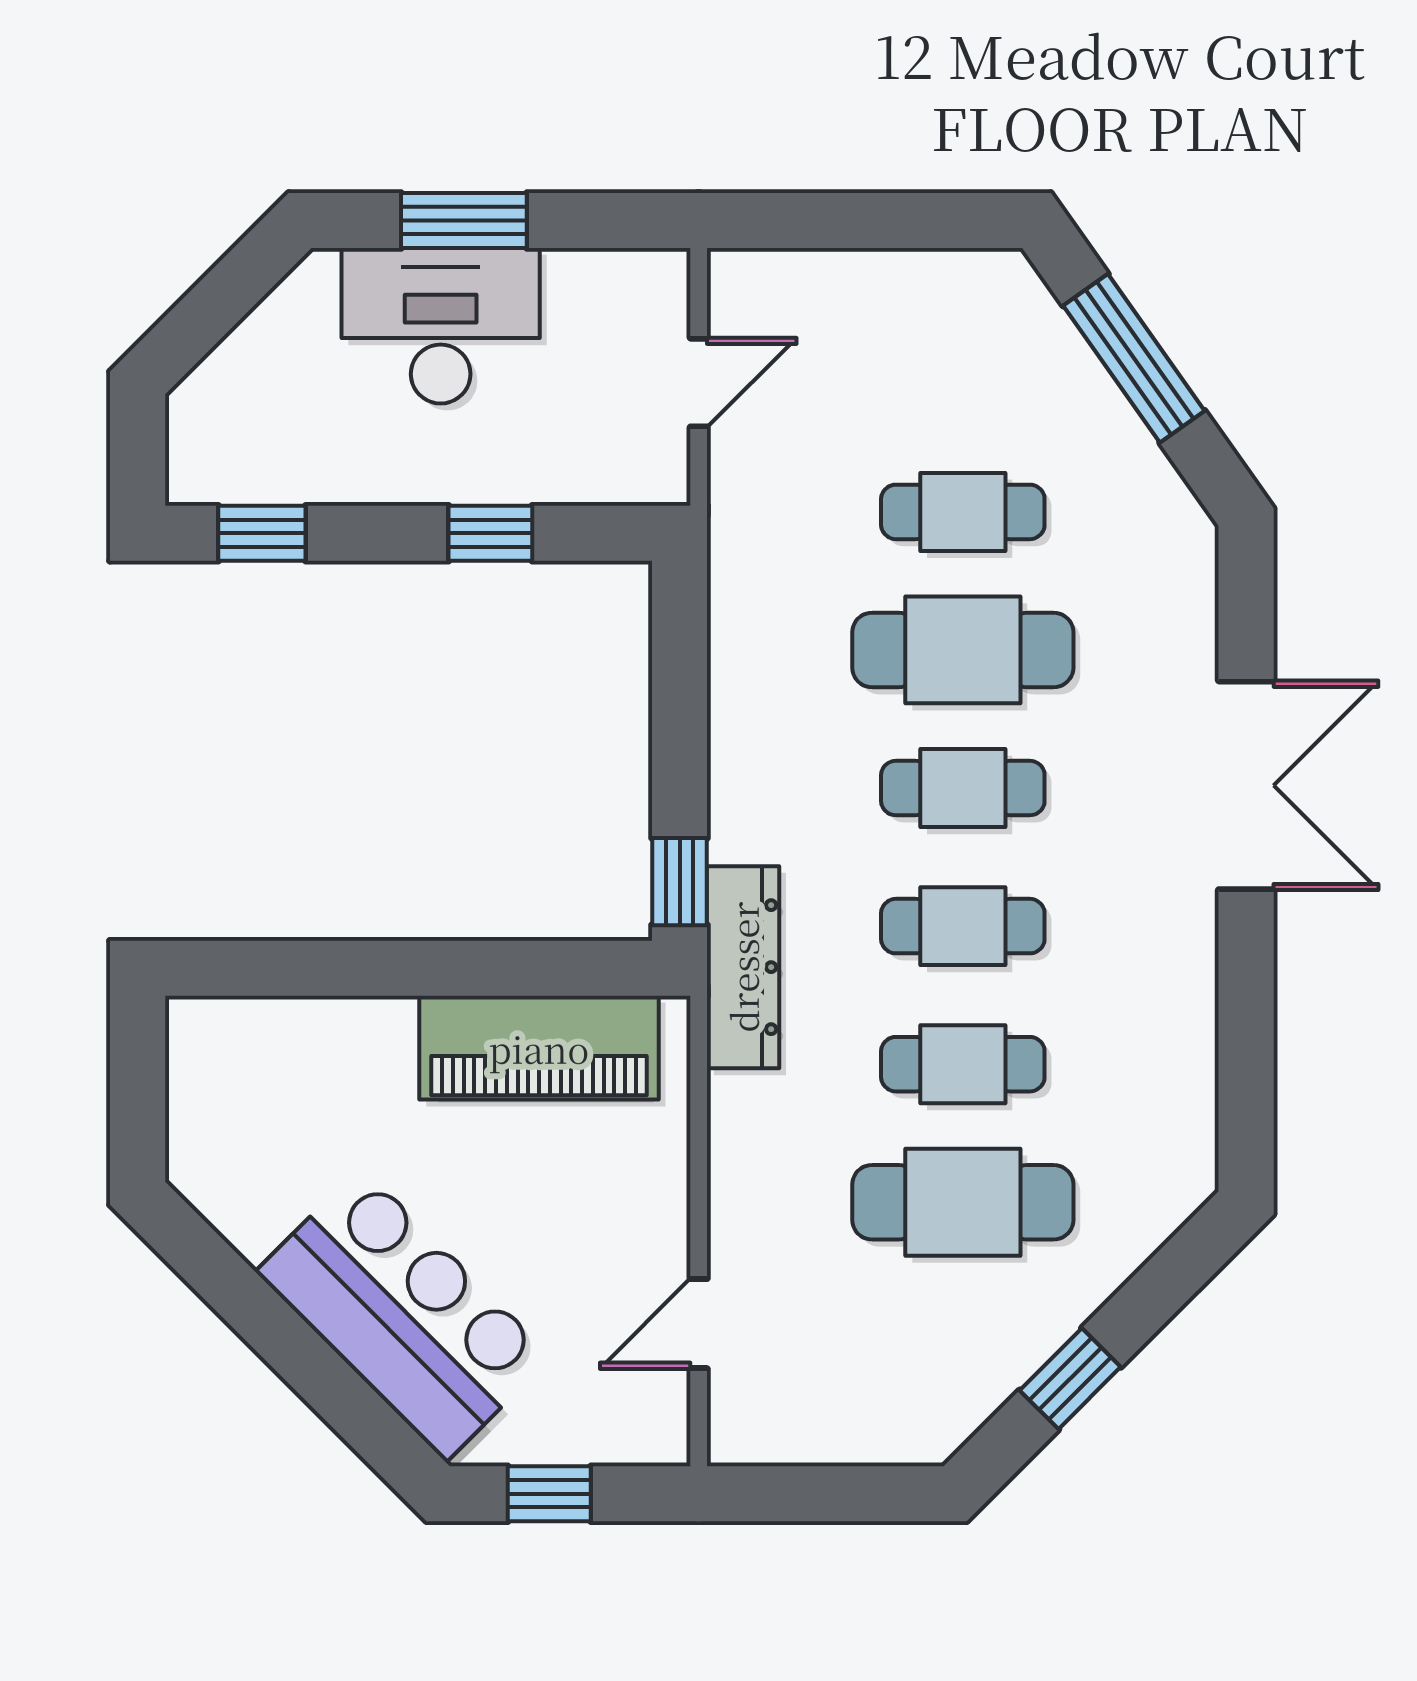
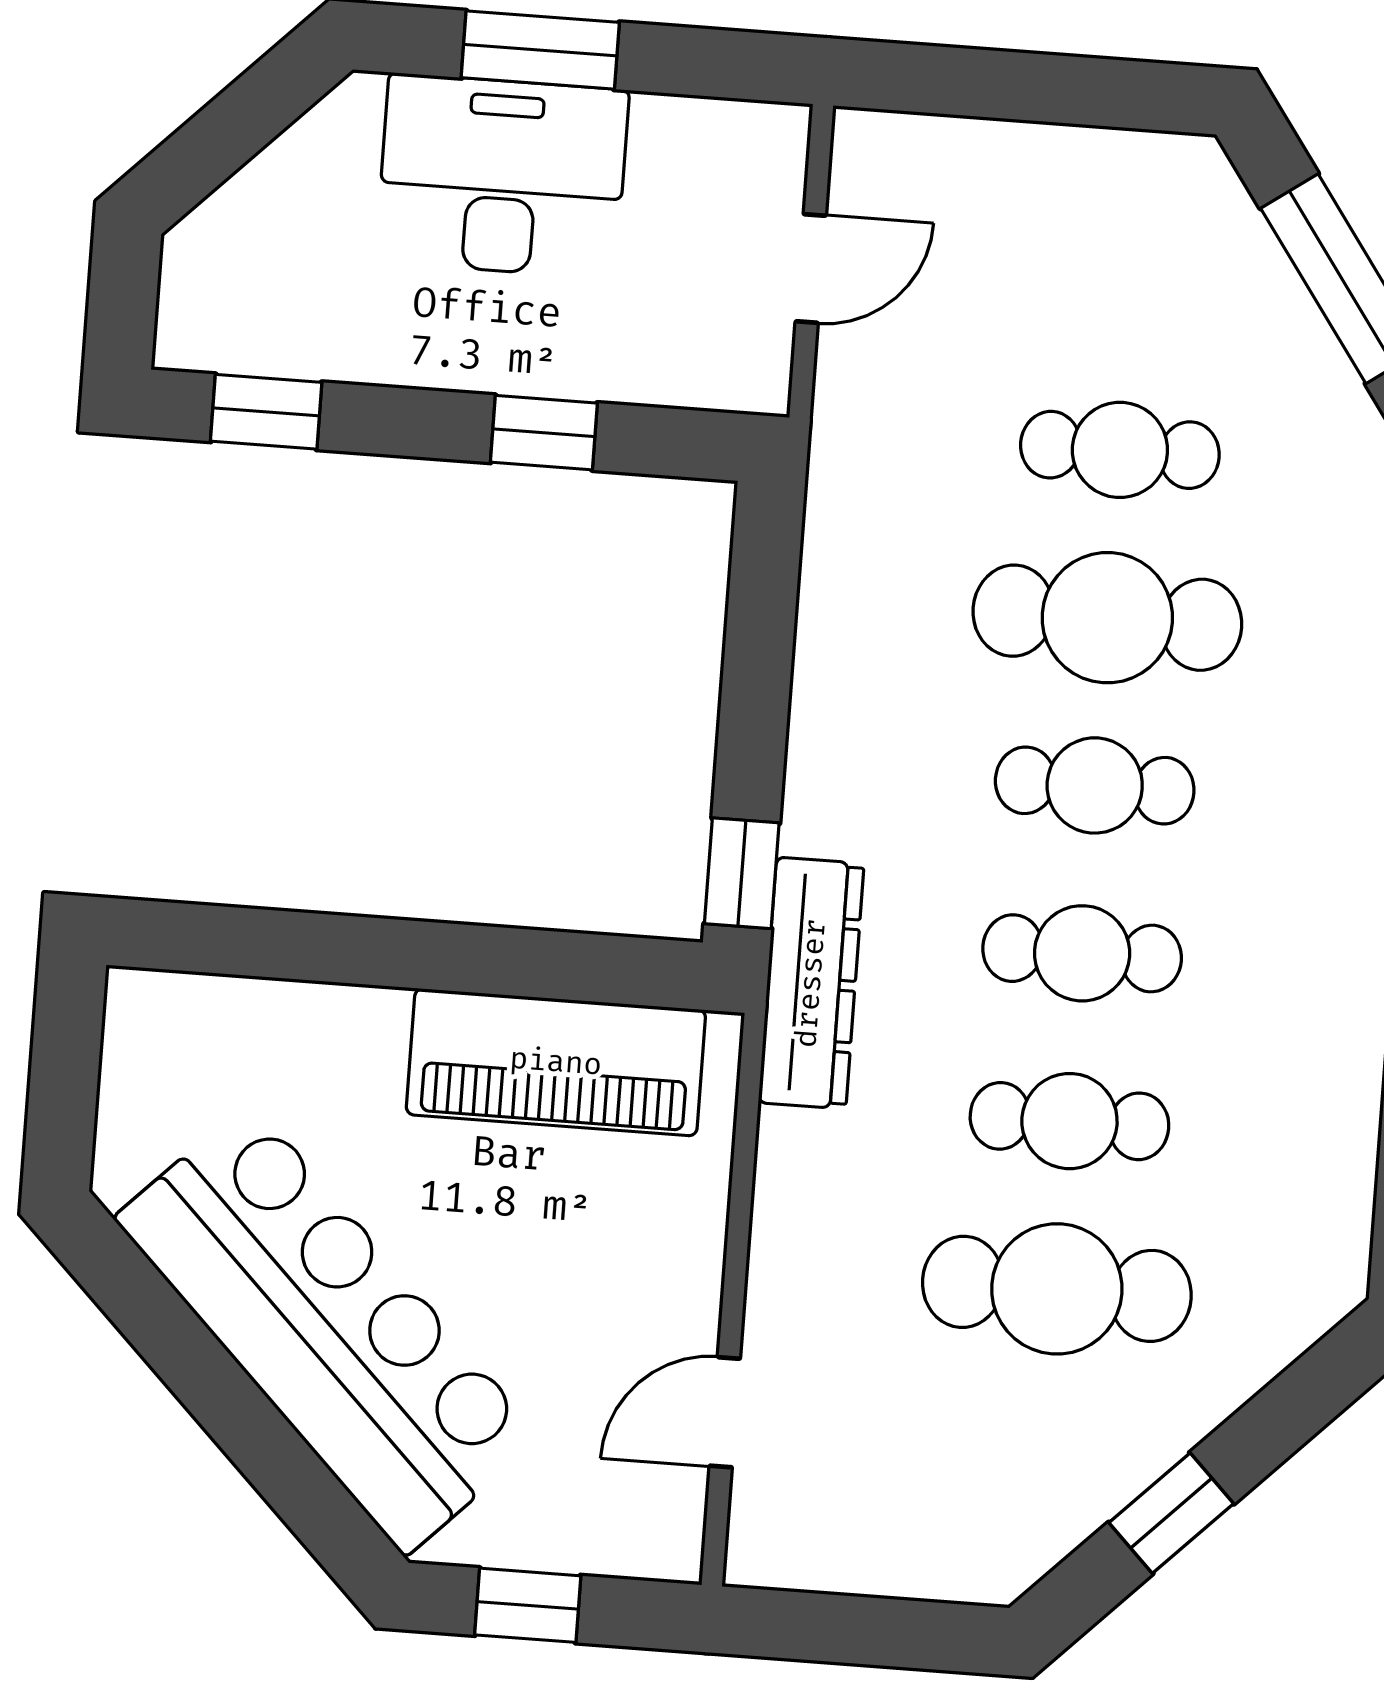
bar counter: (403, 1314) -> (328, 1328), width x1.36

